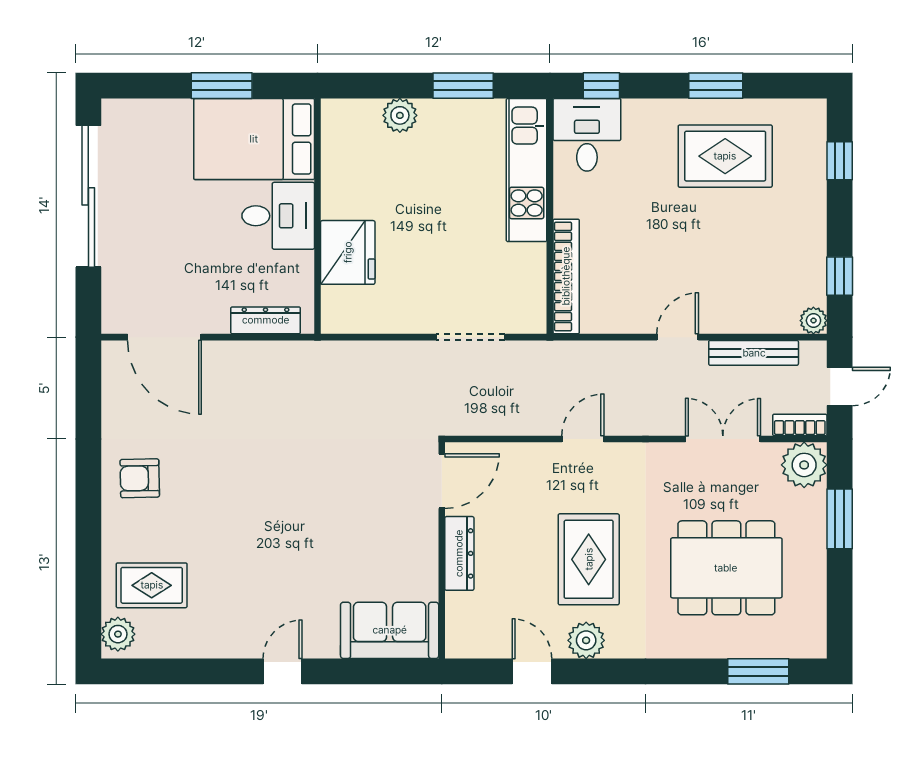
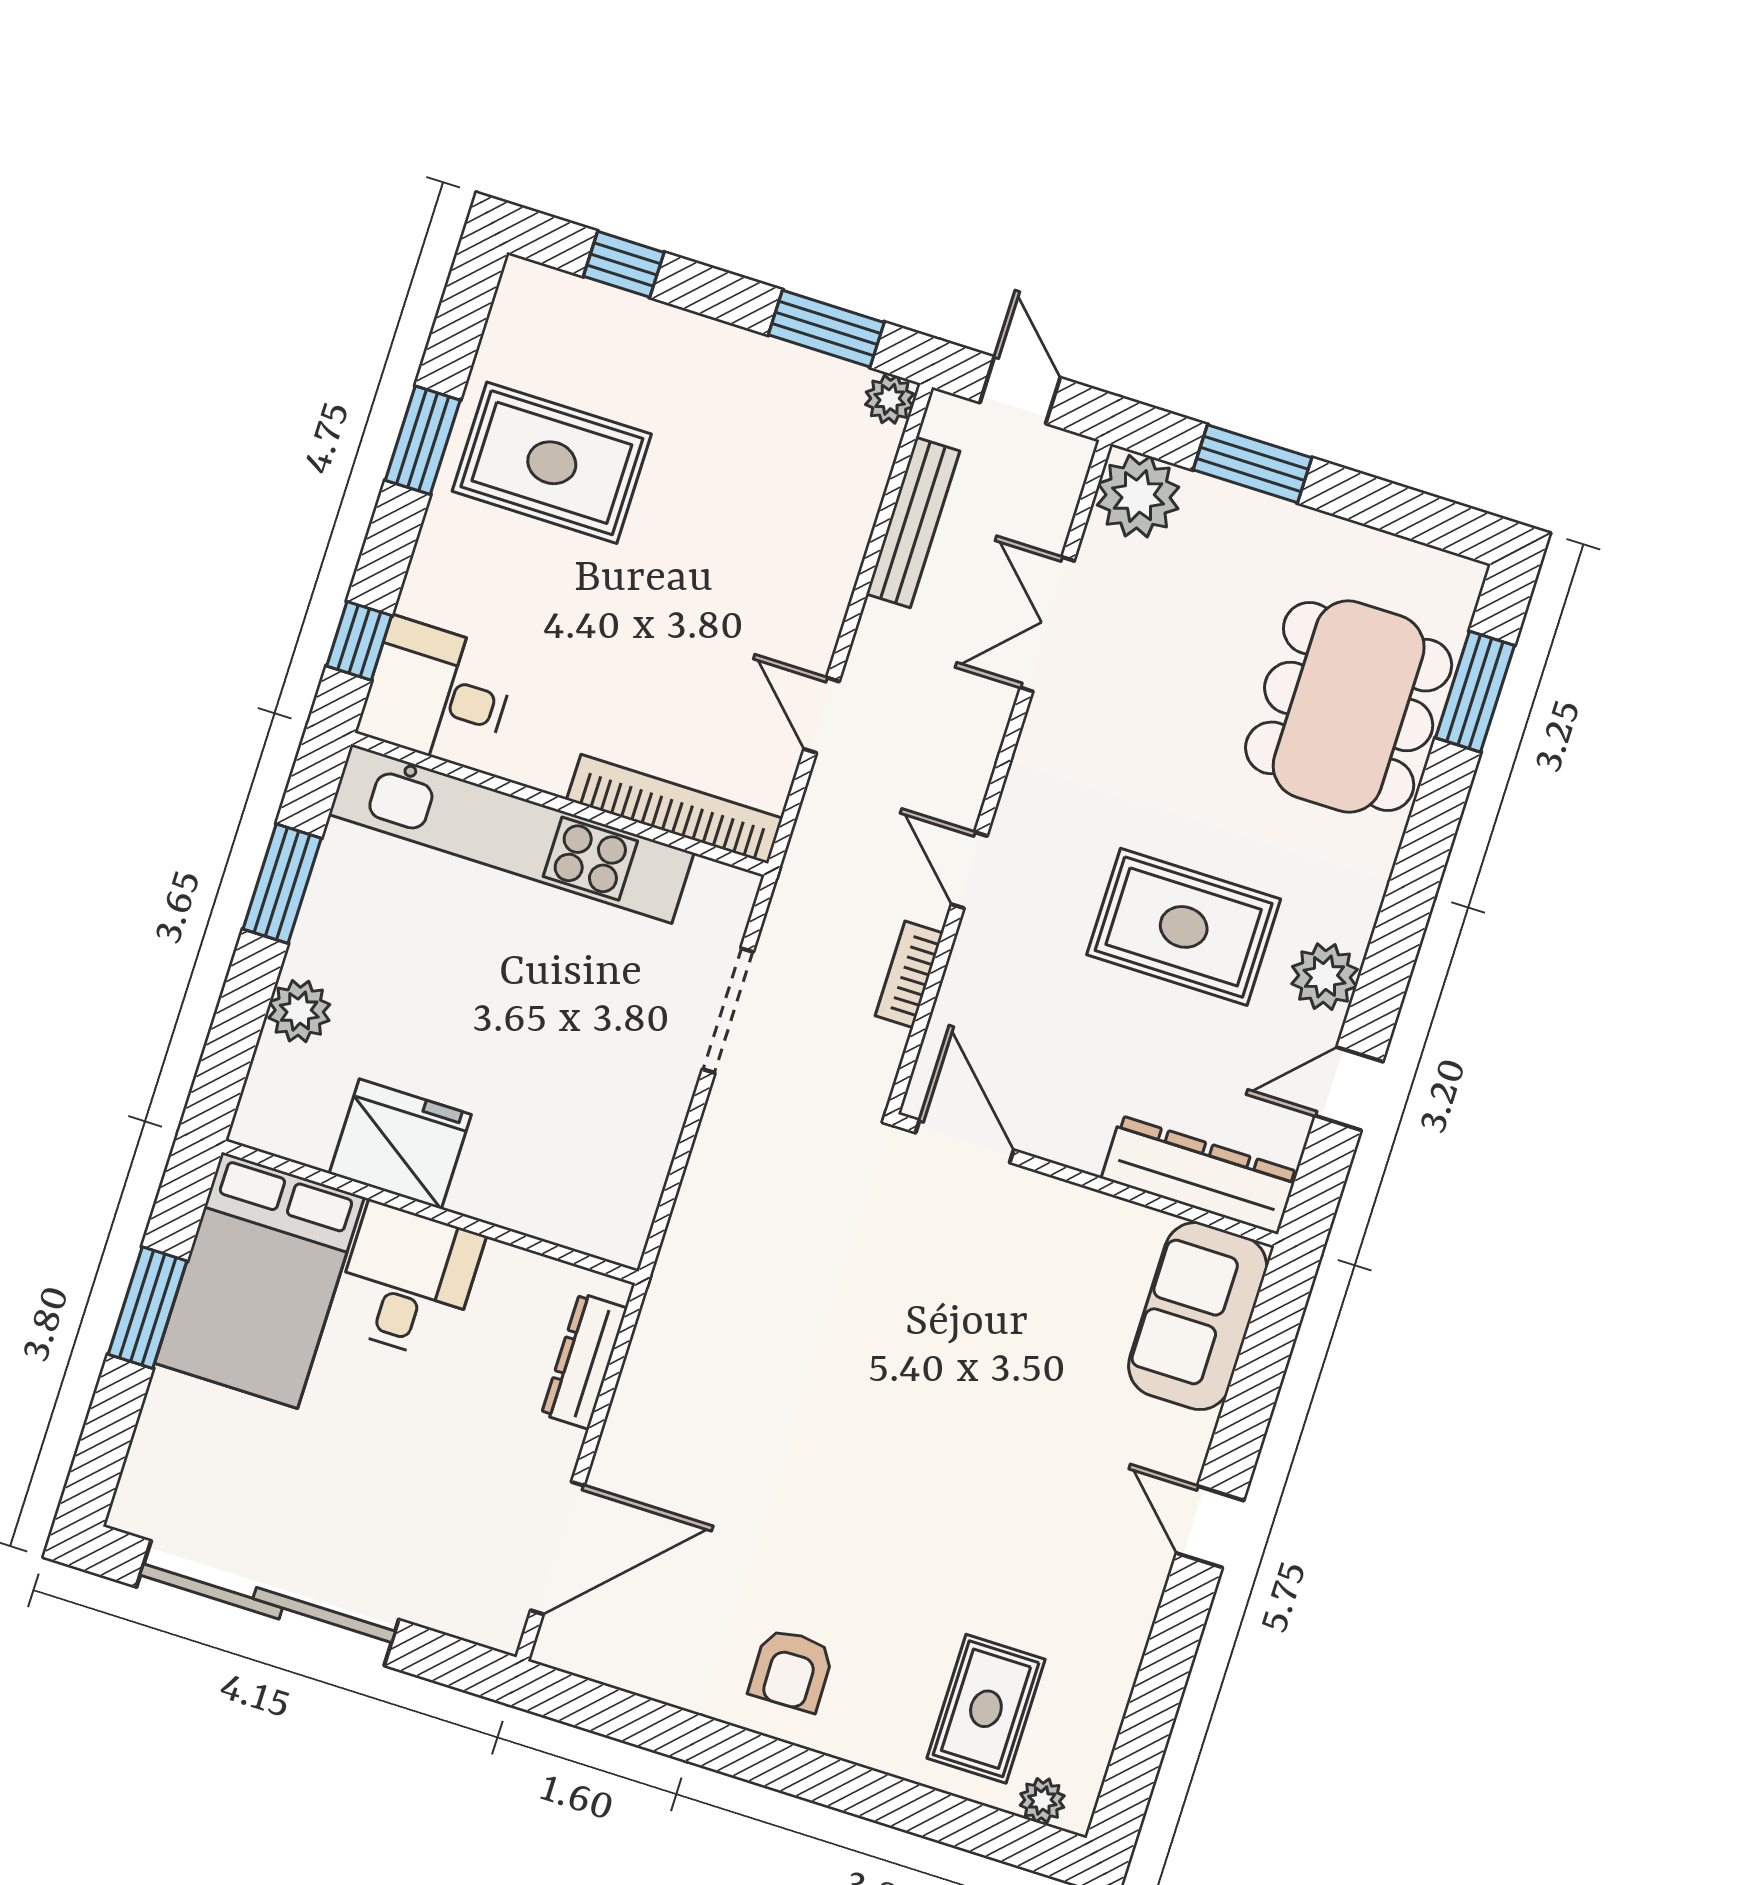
rug: (725, 156) -> (552, 463), turned 90
kitchen unit: (527, 170) -> (511, 834), width x1.36
fridge: (348, 252) -> (400, 1144), moved
window: (840, 276) -> (826, 329), width x1.50
door: (678, 337) -> (822, 715), moved
bookcase: (800, 425) -> (909, 974), moved
dresser: (459, 553) -> (1199, 1175), moved, width x1.37, depth x1.24
dining table: (726, 568) -> (1349, 707), moved
plant: (118, 634) -> (1042, 1801), width x0.73, depth x0.73

